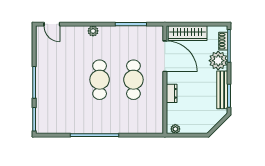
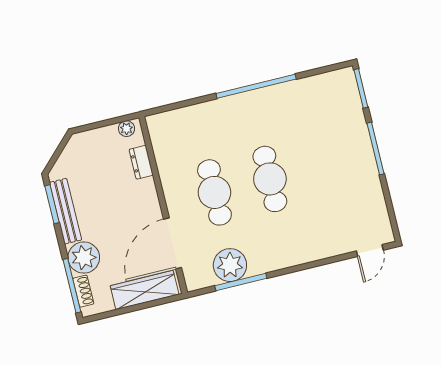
door: (52, 24) -> (370, 251), swing flipped
plant: (93, 31) -> (230, 265), moved, width x1.88, depth x1.88
door: (165, 56) -> (173, 243), hinge flipped
dresser: (172, 93) -> (141, 162), moved

